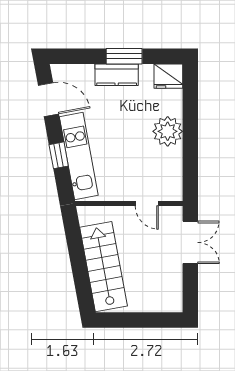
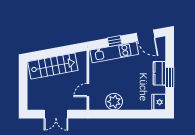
door: (48, 100) -> (146, 35), hinge flipped
plant: (168, 131) -> (114, 102), moved
double door: (190, 242) -> (56, 114), moved

